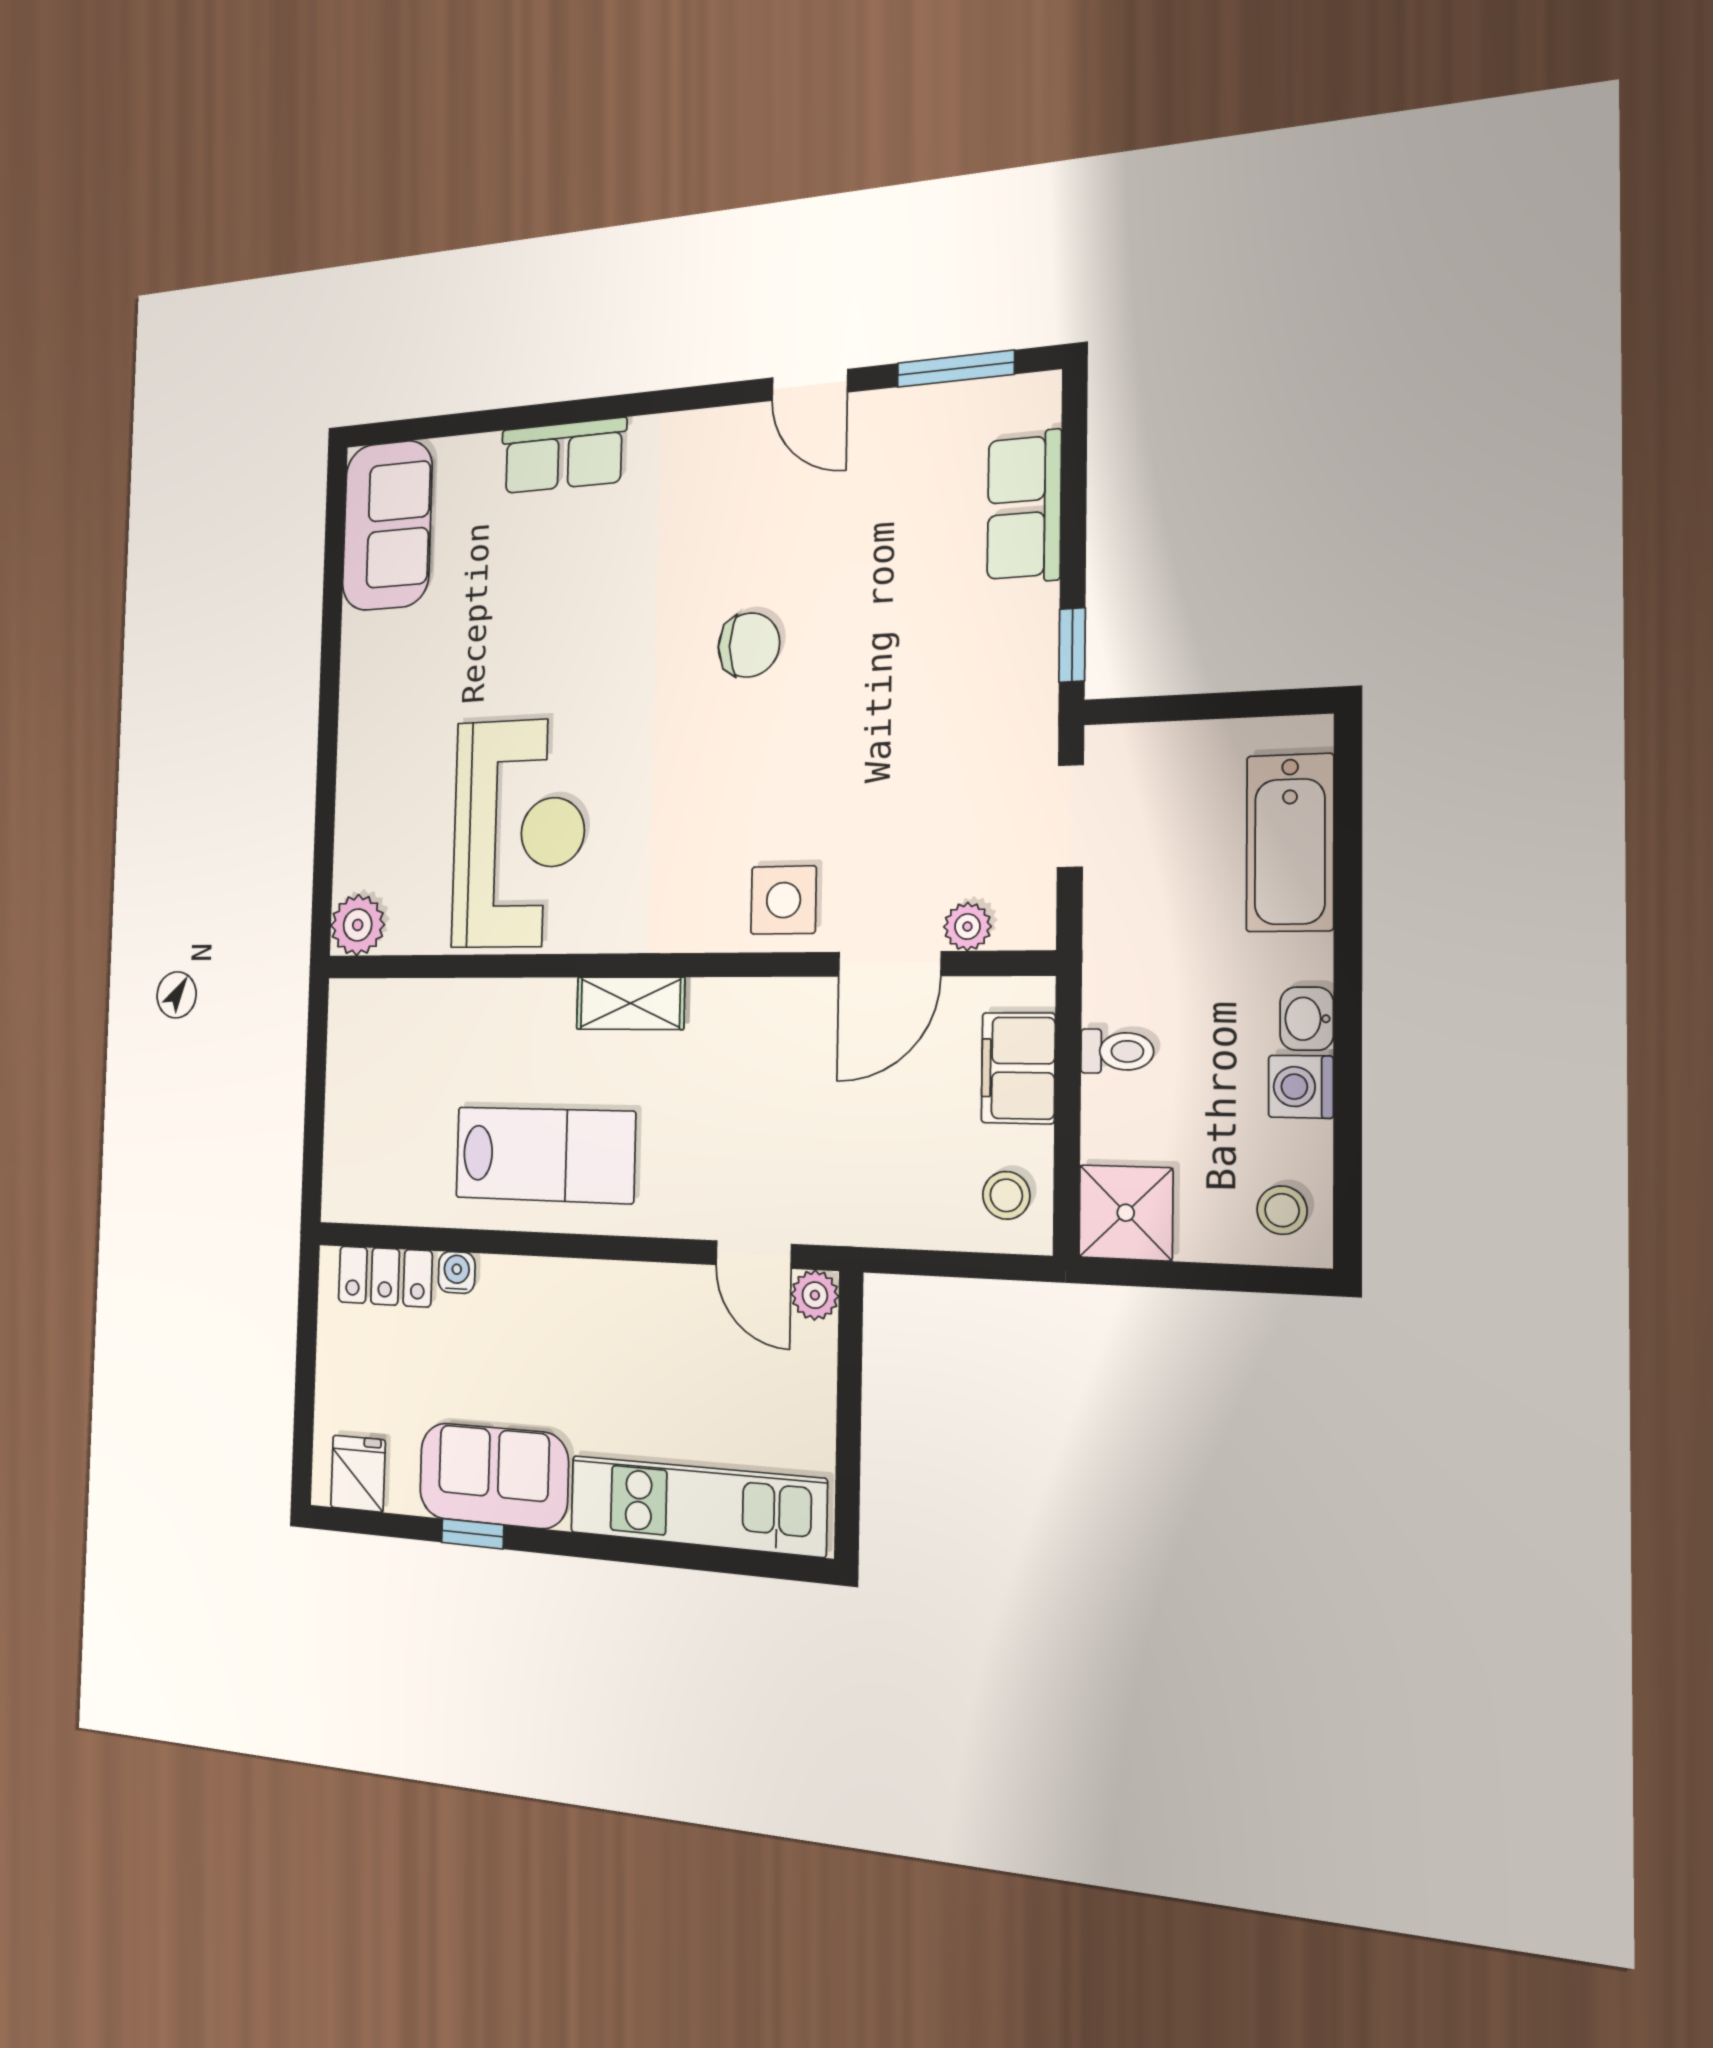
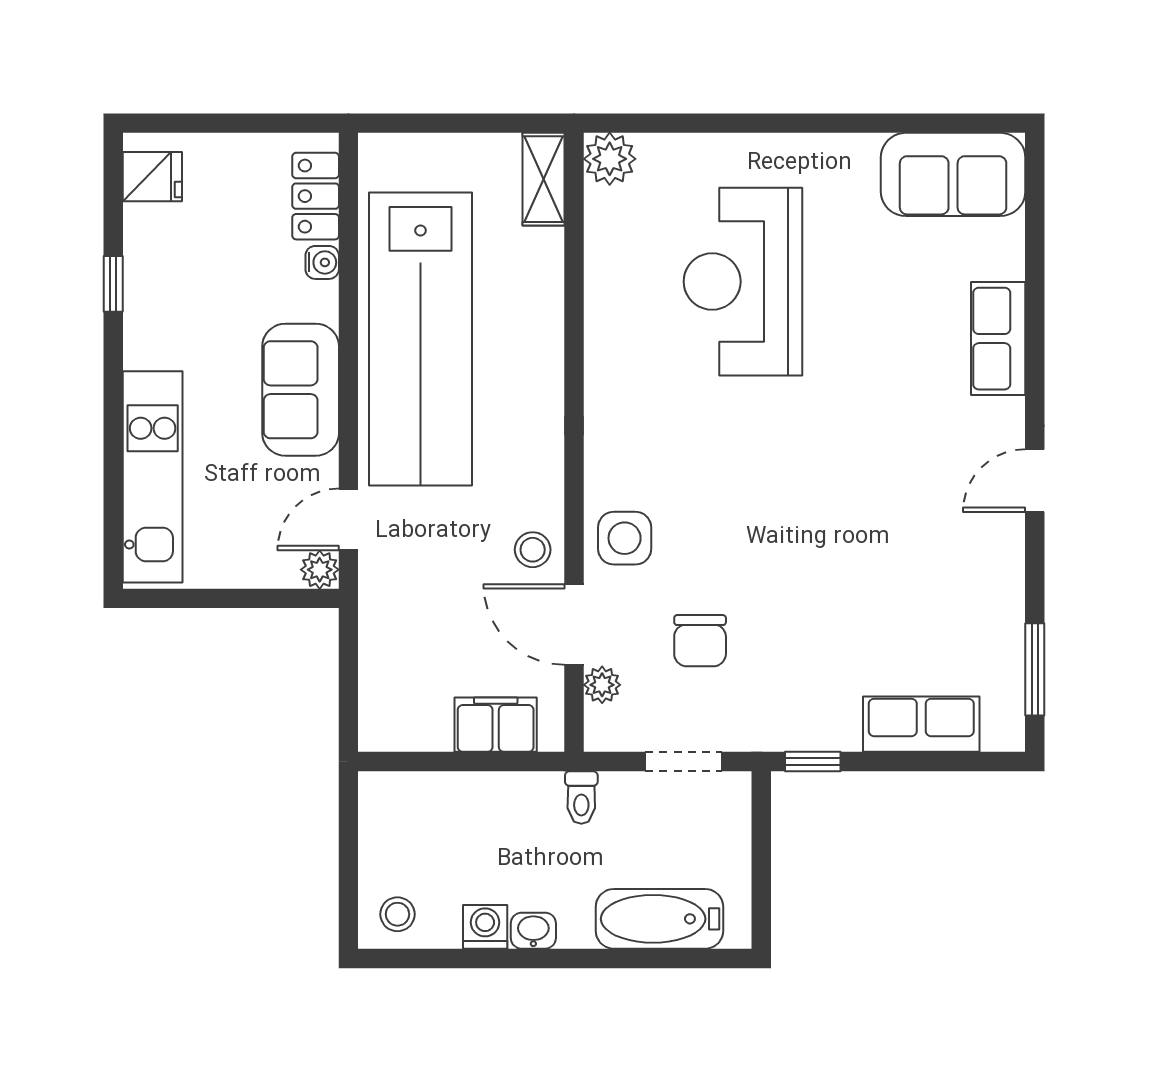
door: (810, 385) -> (1035, 481), moved
chair: (749, 645) -> (700, 641), moved
reception desk: (519, 833) -> (743, 282), moved, turned 90
shelving: (630, 1003) -> (544, 179), moved
toilet: (1117, 1051) -> (581, 798), moved
lab bench: (545, 1155) -> (421, 339), width x1.86, depth x1.39
stool: (1006, 1195) -> (533, 550), moved
shower: (1126, 1213) -> (392, 805), removed
sofa: (493, 1476) -> (301, 390), moved, turned 180

